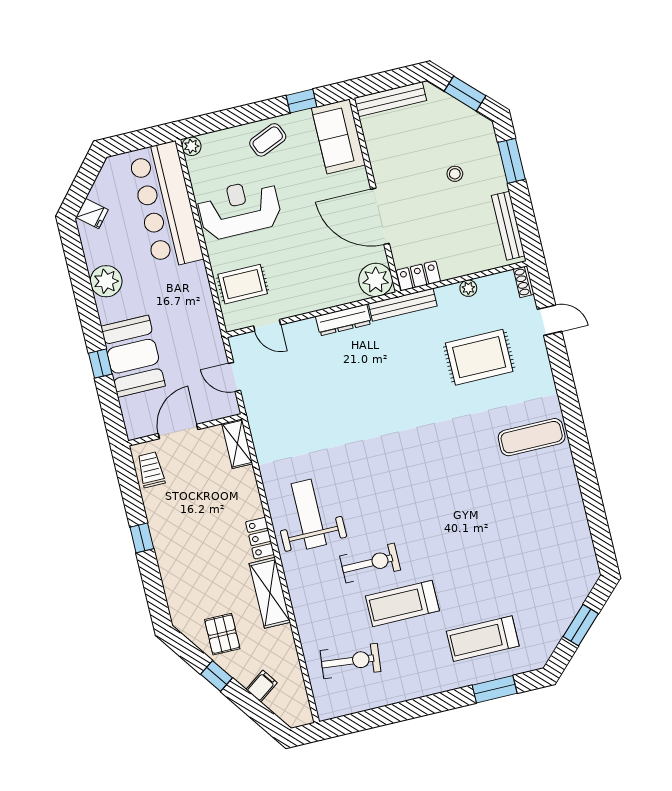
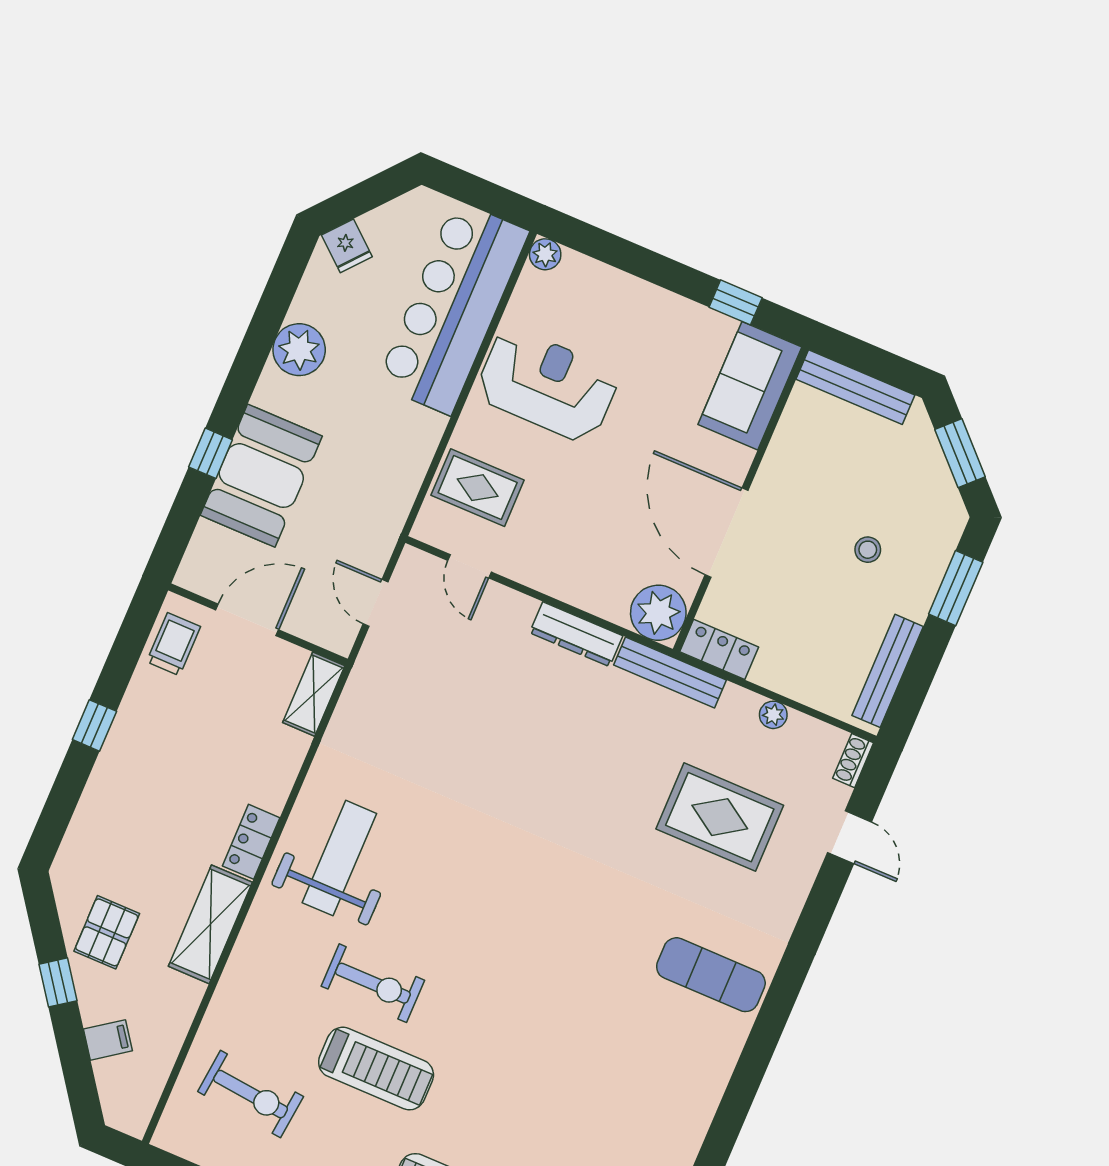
coffee table: (268, 140) -> (653, 321), removed
treadmill: (402, 603) -> (376, 1069), turned 180

